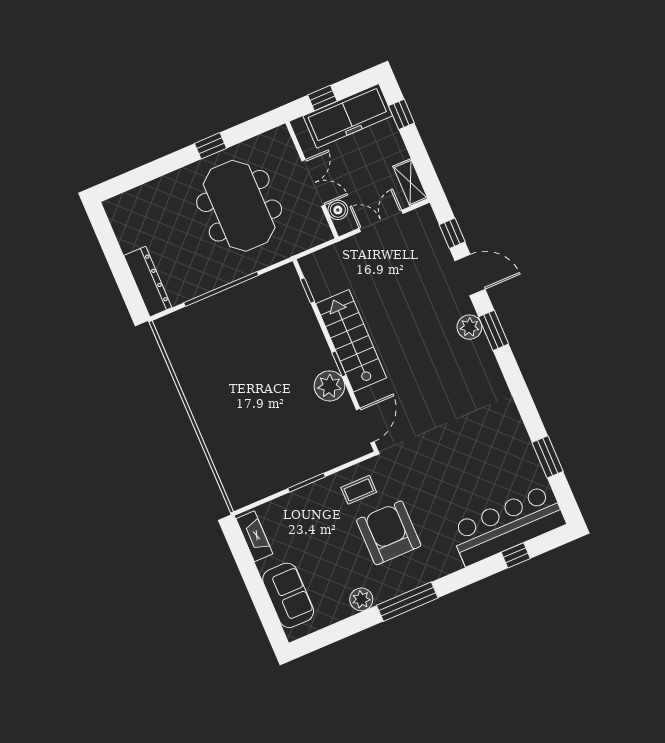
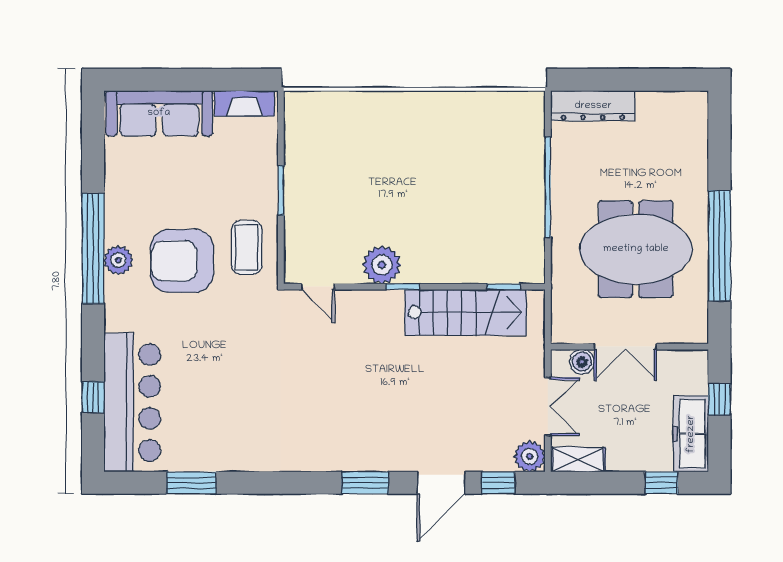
freezer: (348, 116) -> (691, 434), width x0.73, depth x0.79
window: (211, 146) -> (719, 246), width x3.17
plant: (469, 327) -> (530, 456), moved
stairs: (351, 341) -> (466, 312), moved
door: (365, 426) -> (318, 287), width x0.73
coffee table: (359, 490) -> (247, 247), width x1.36, depth x1.30
armchair: (389, 533) -> (182, 261), turned 180
sofa: (288, 595) -> (159, 113), width x1.36
plant: (361, 599) -> (118, 260), moved
window: (407, 602) -> (93, 249), width x1.46

